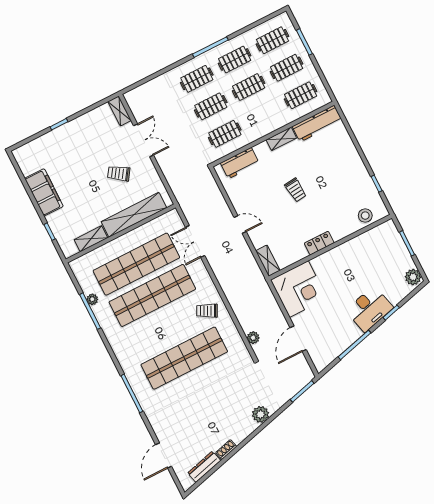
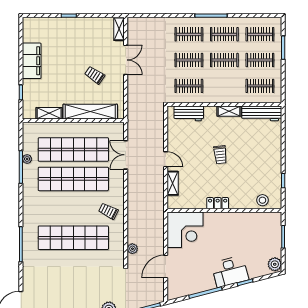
shelving: (268, 261) -> (173, 183), moved

